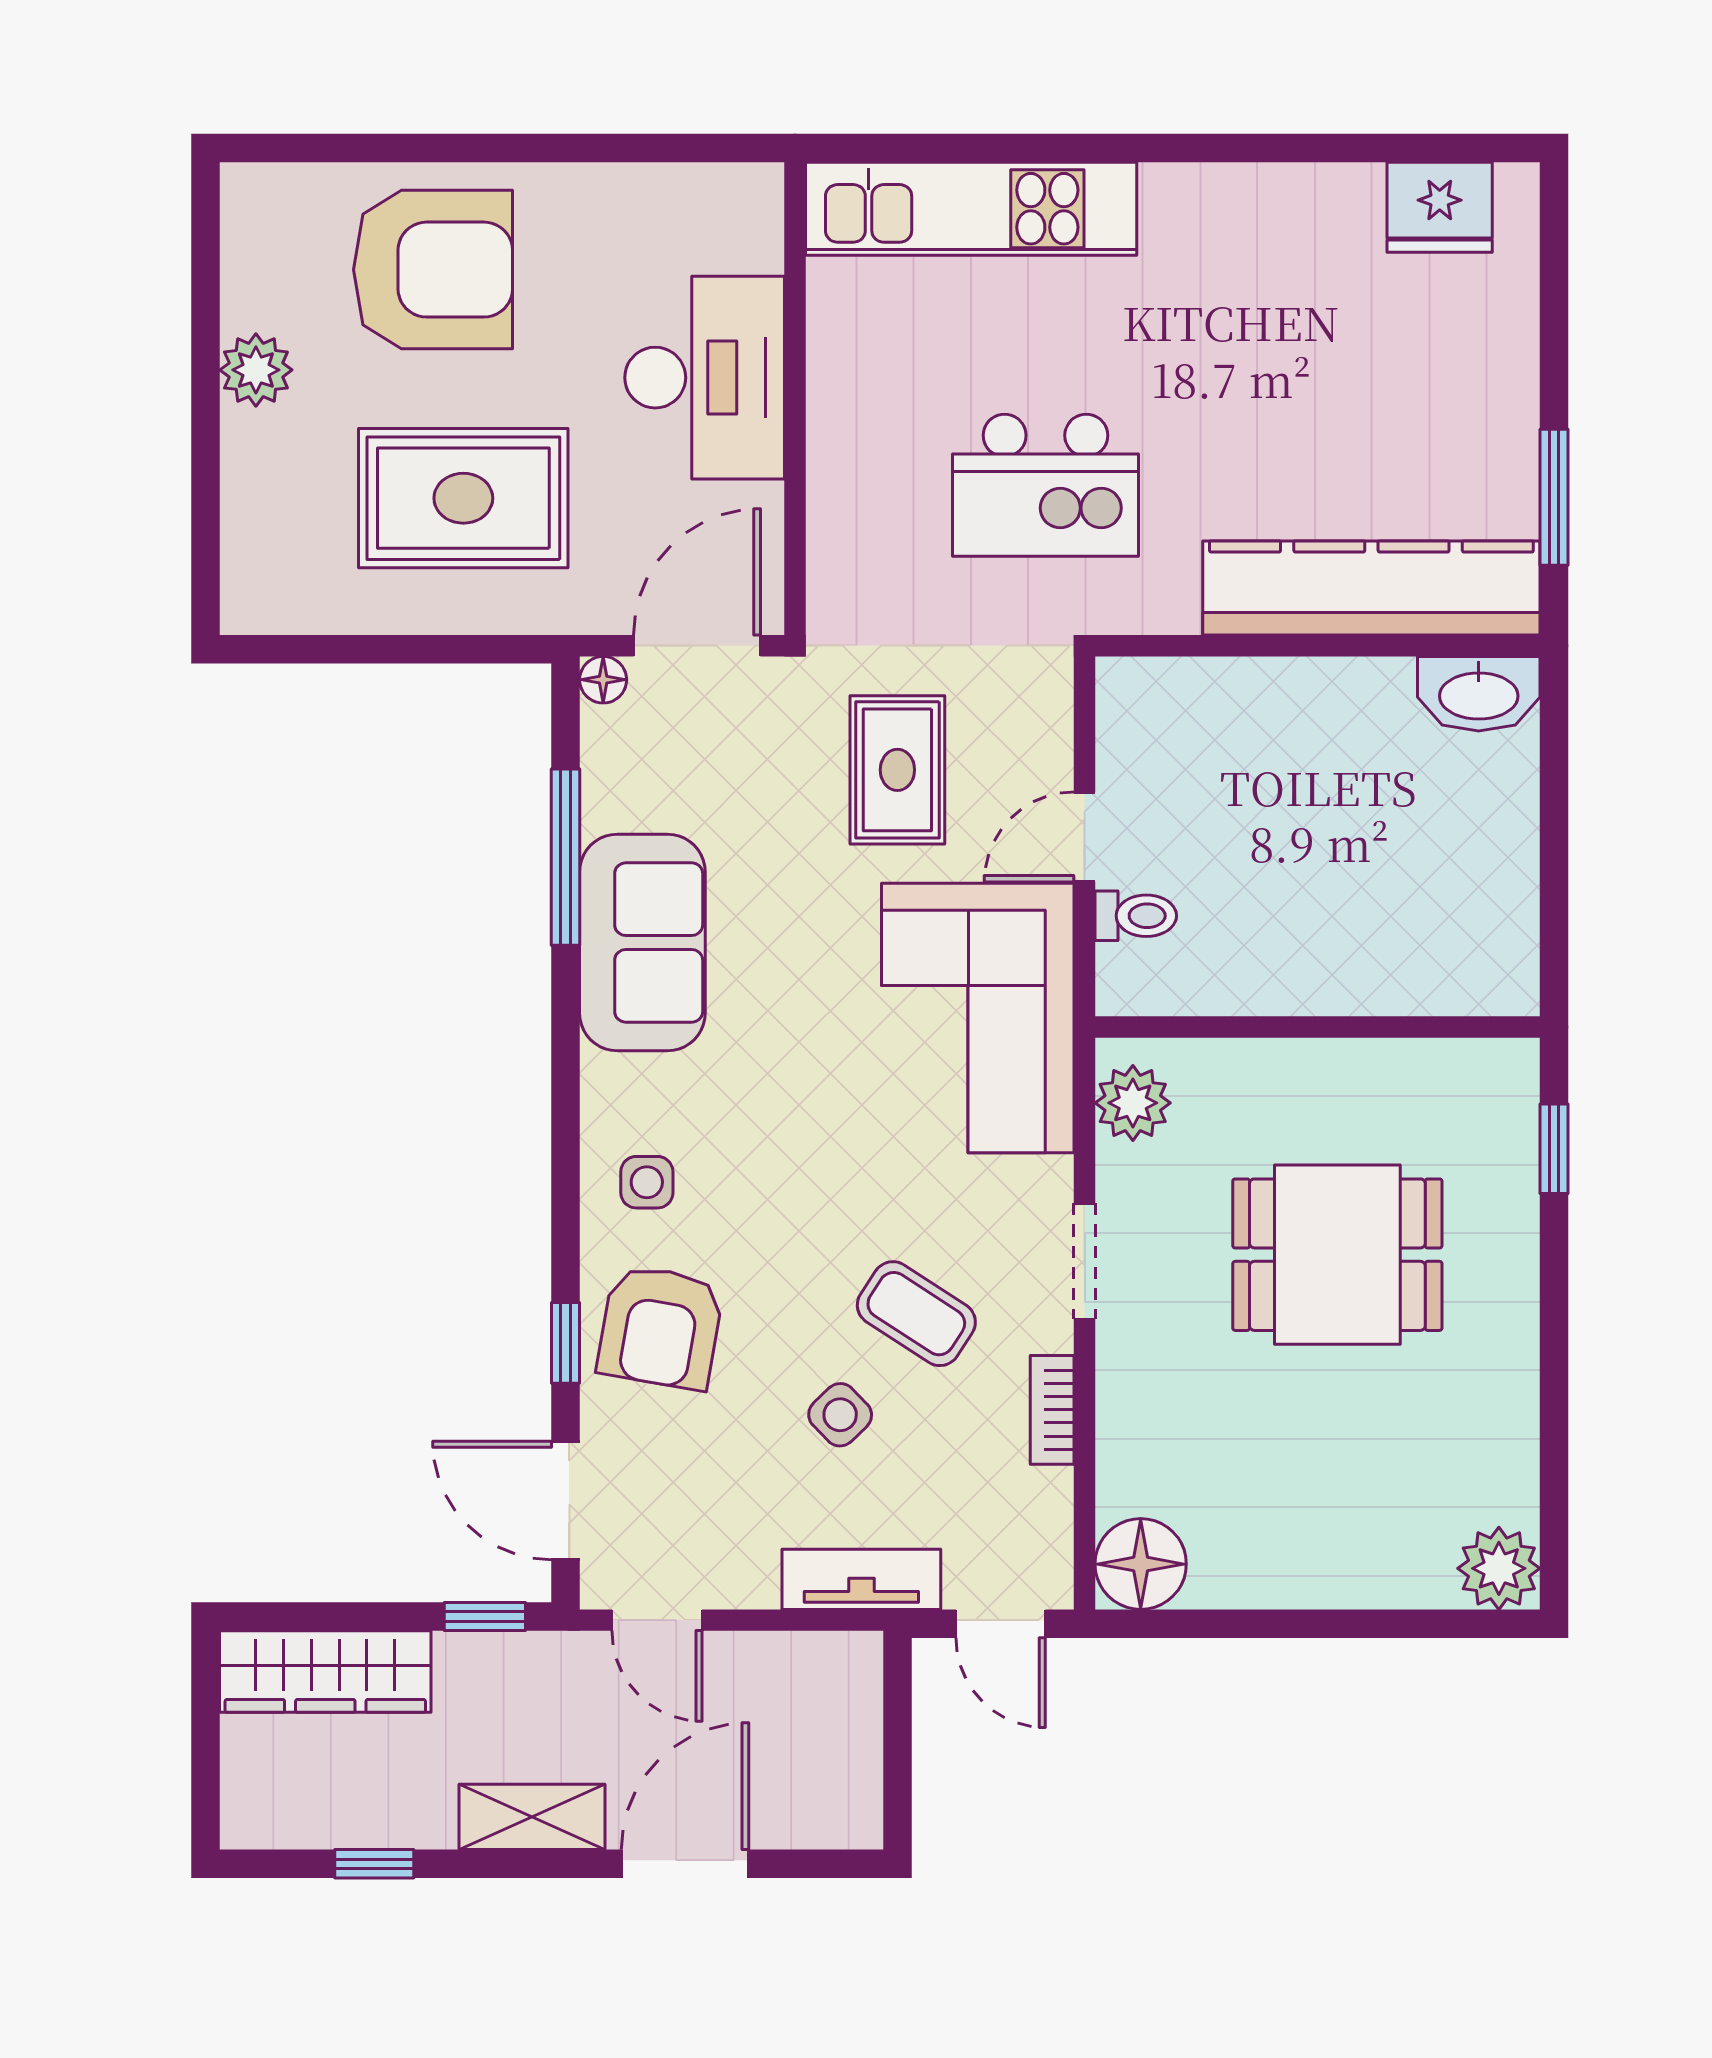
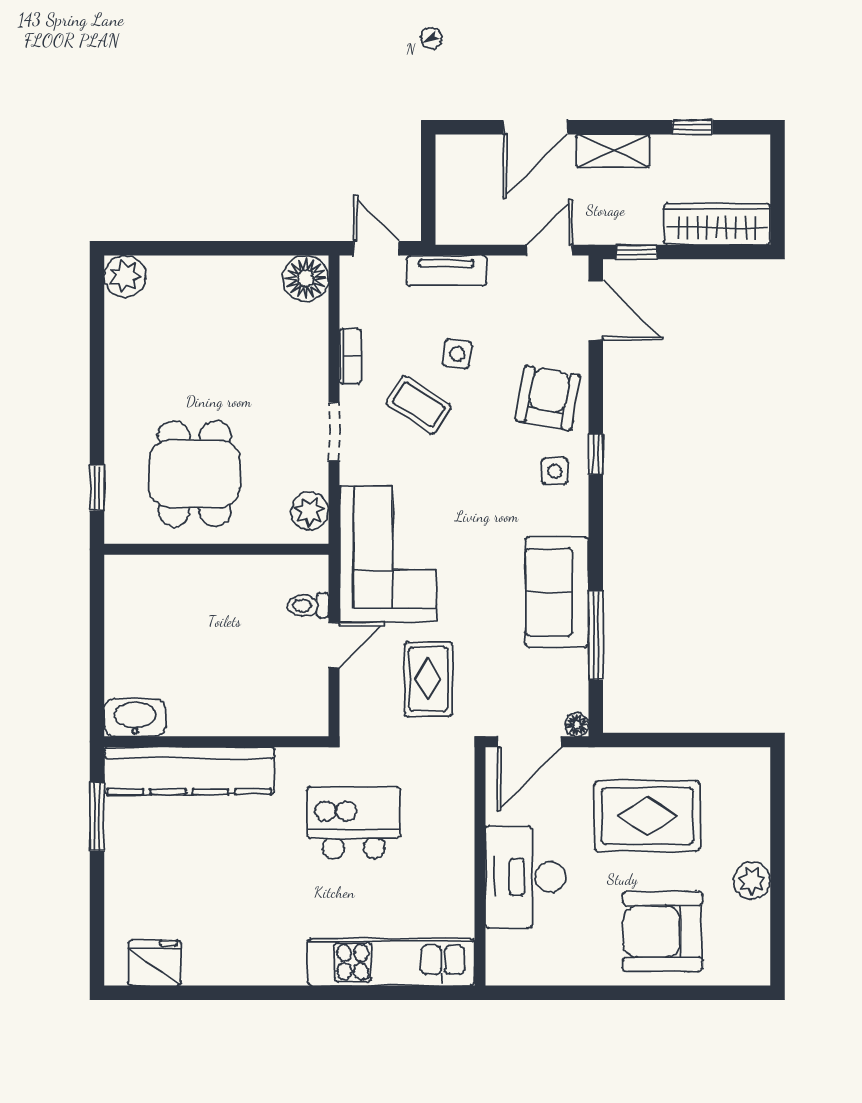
dining table: (1337, 1255) -> (195, 474), moved, turned 90
window: (566, 1343) -> (596, 454), moved
side table: (840, 1415) -> (457, 354), turned -38
door: (657, 1620) -> (550, 250), hinge flipped

